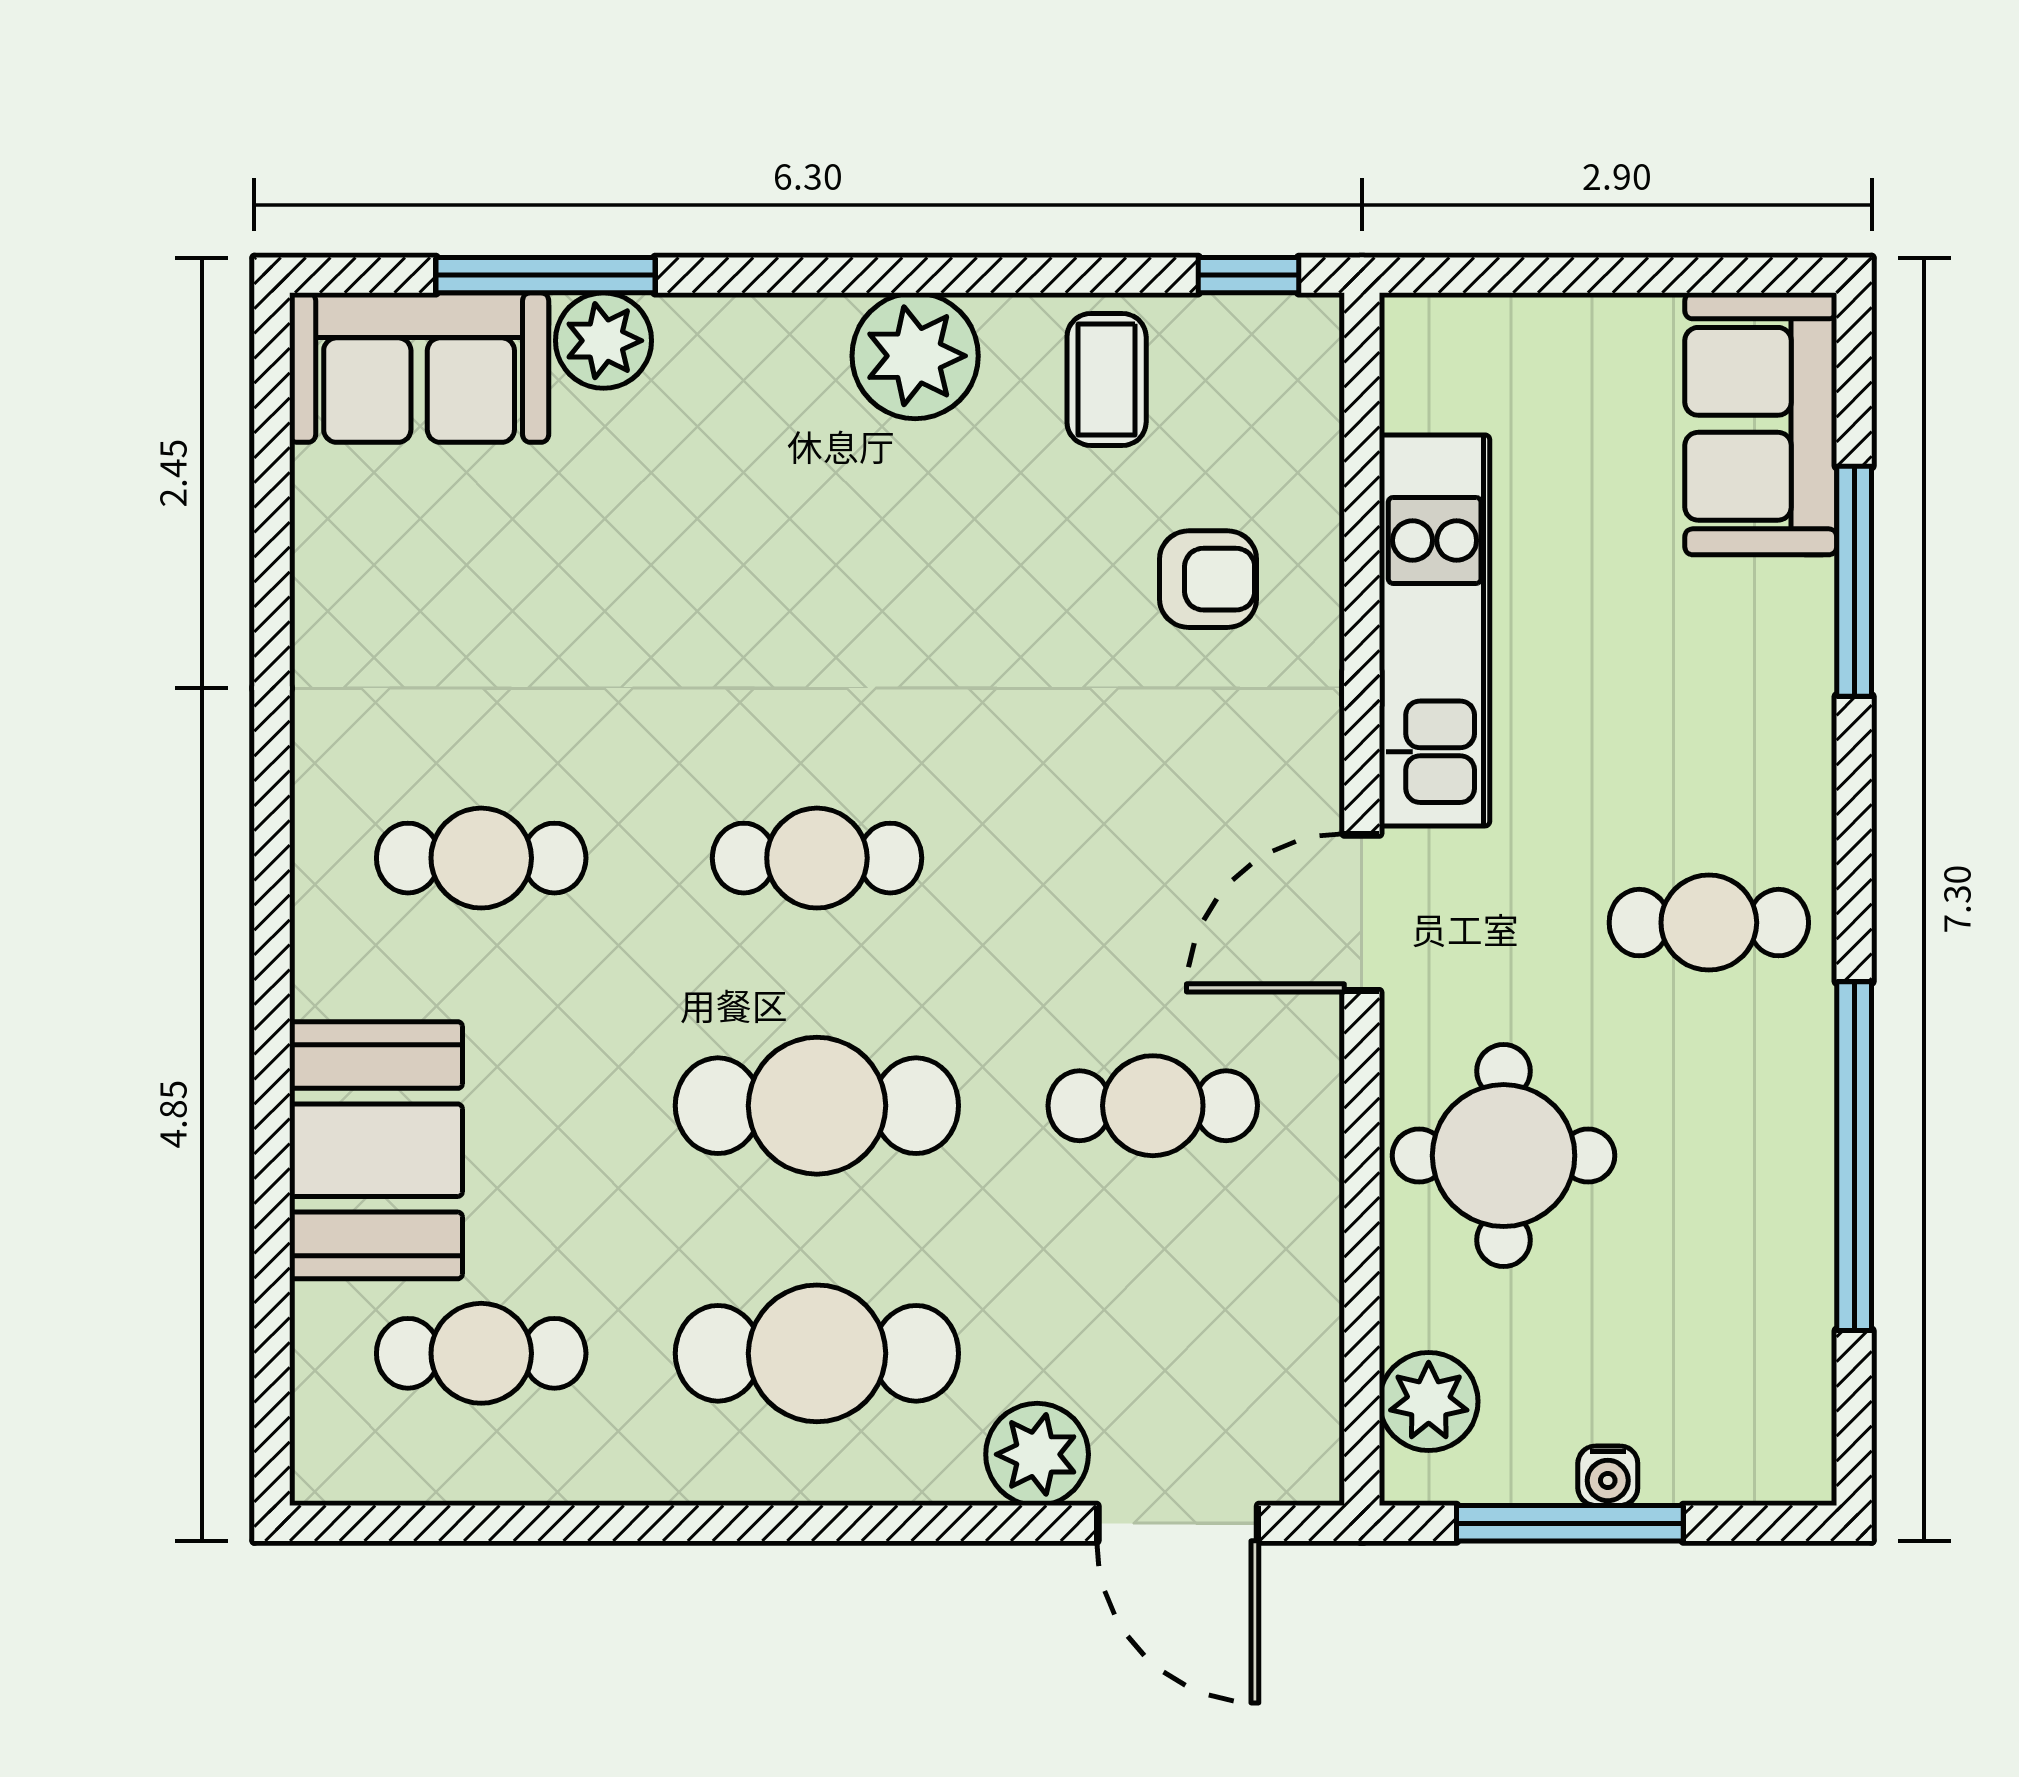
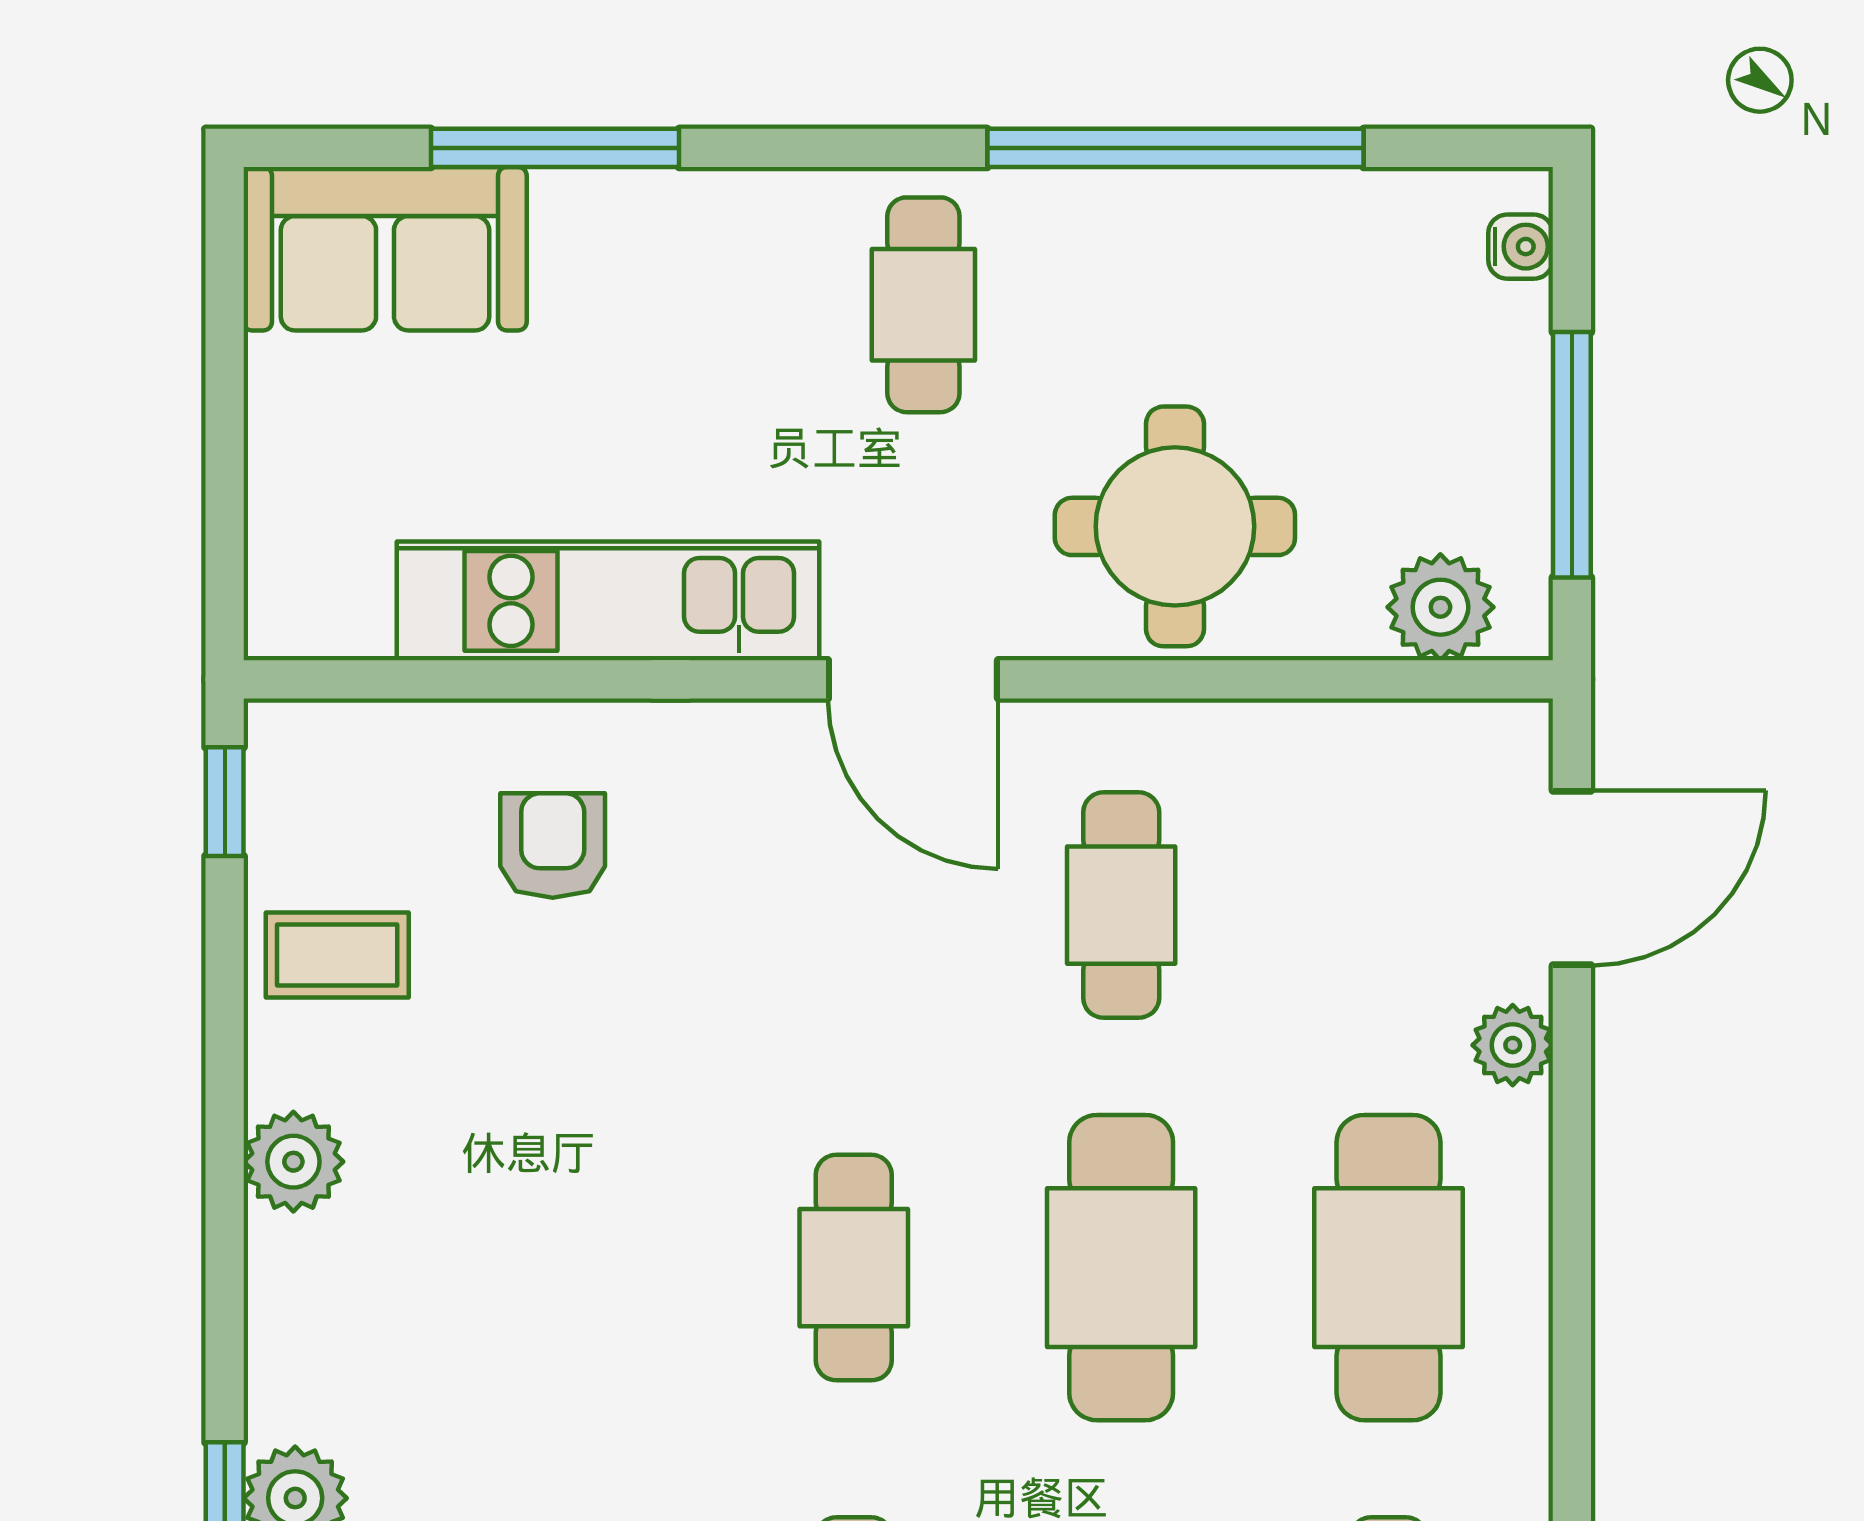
plant: (915, 356) -> (293, 1162), width x0.73, depth x0.73
plant: (1037, 1454) -> (1513, 1045), width x0.73, depth x0.73
water cooler: (1608, 1476) -> (1521, 247), moved

